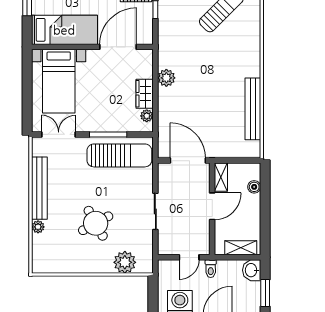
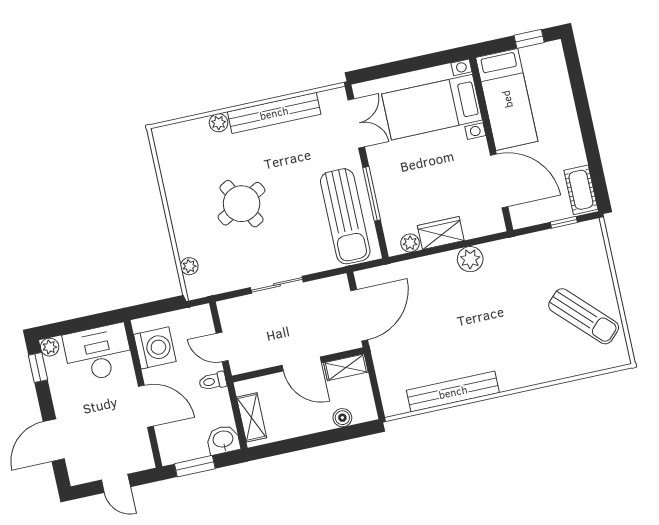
plant: (125, 262) -> (189, 266), width x0.53, depth x0.53

